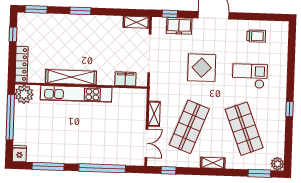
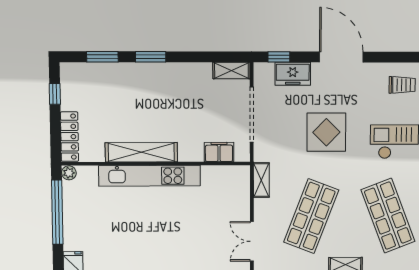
window: (36, 9) -> (102, 57), moved
plant: (24, 94) -> (69, 173), width x0.53, depth x0.53
shelving: (154, 114) -> (261, 180), moved
double door: (146, 143) -> (252, 241), swing flipped

